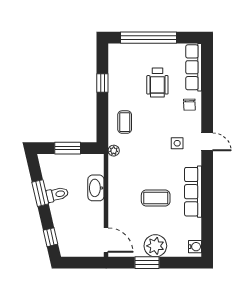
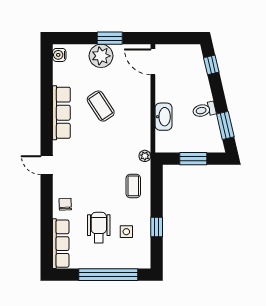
side table: (177, 143) -> (126, 232), moved
window: (40, 193) -> (225, 125), moved
coffee table: (156, 198) -> (101, 106), turned 57

